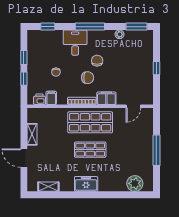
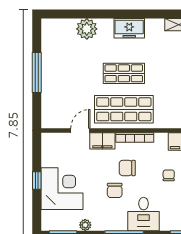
corner desk: (137, 62) -> (62, 189), added
door: (133, 106) -> (80, 130), moved
plant: (135, 183) -> (87, 29), moved

